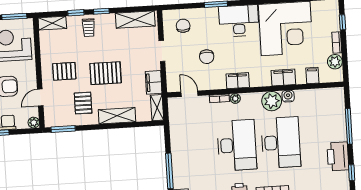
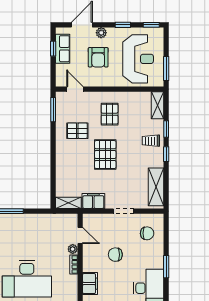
door: (190, 94) -> (80, 236), hinge flipped
door: (40, 98) -> (75, 89), moved
plant: (235, 98) -> (73, 249), moved
shelving: (117, 116) -> (63, 163), removed
plant: (34, 123) -> (61, 81), removed

